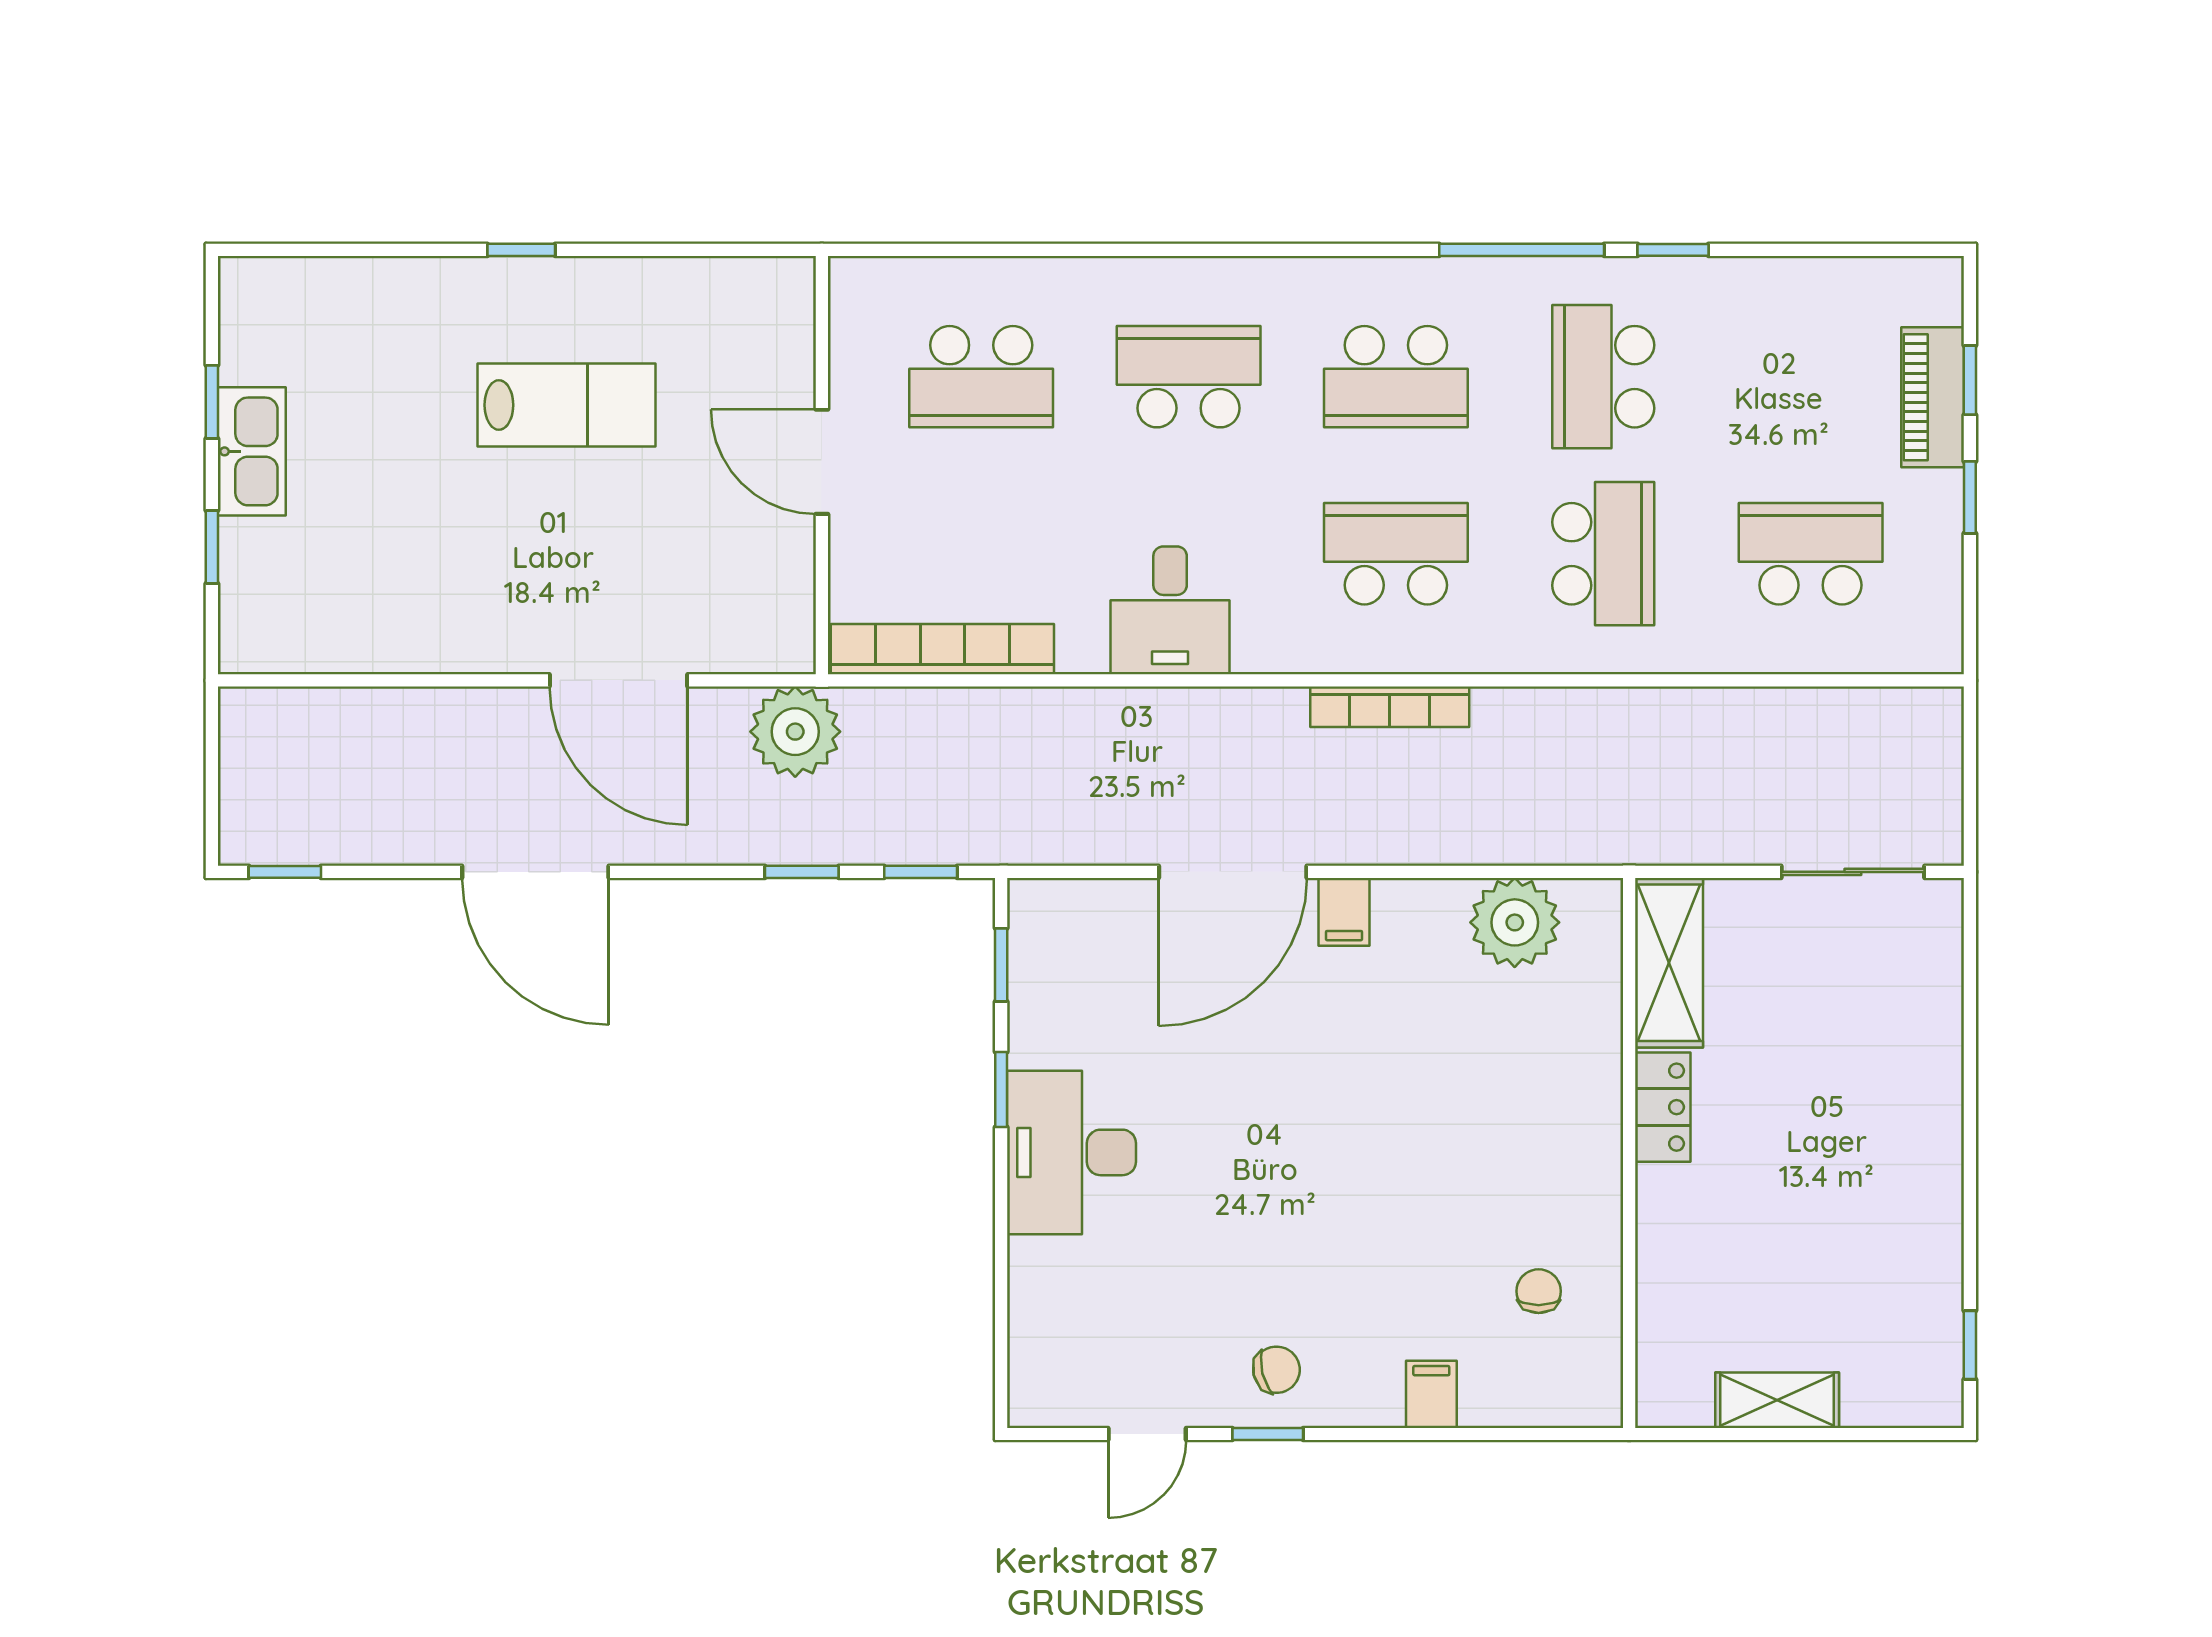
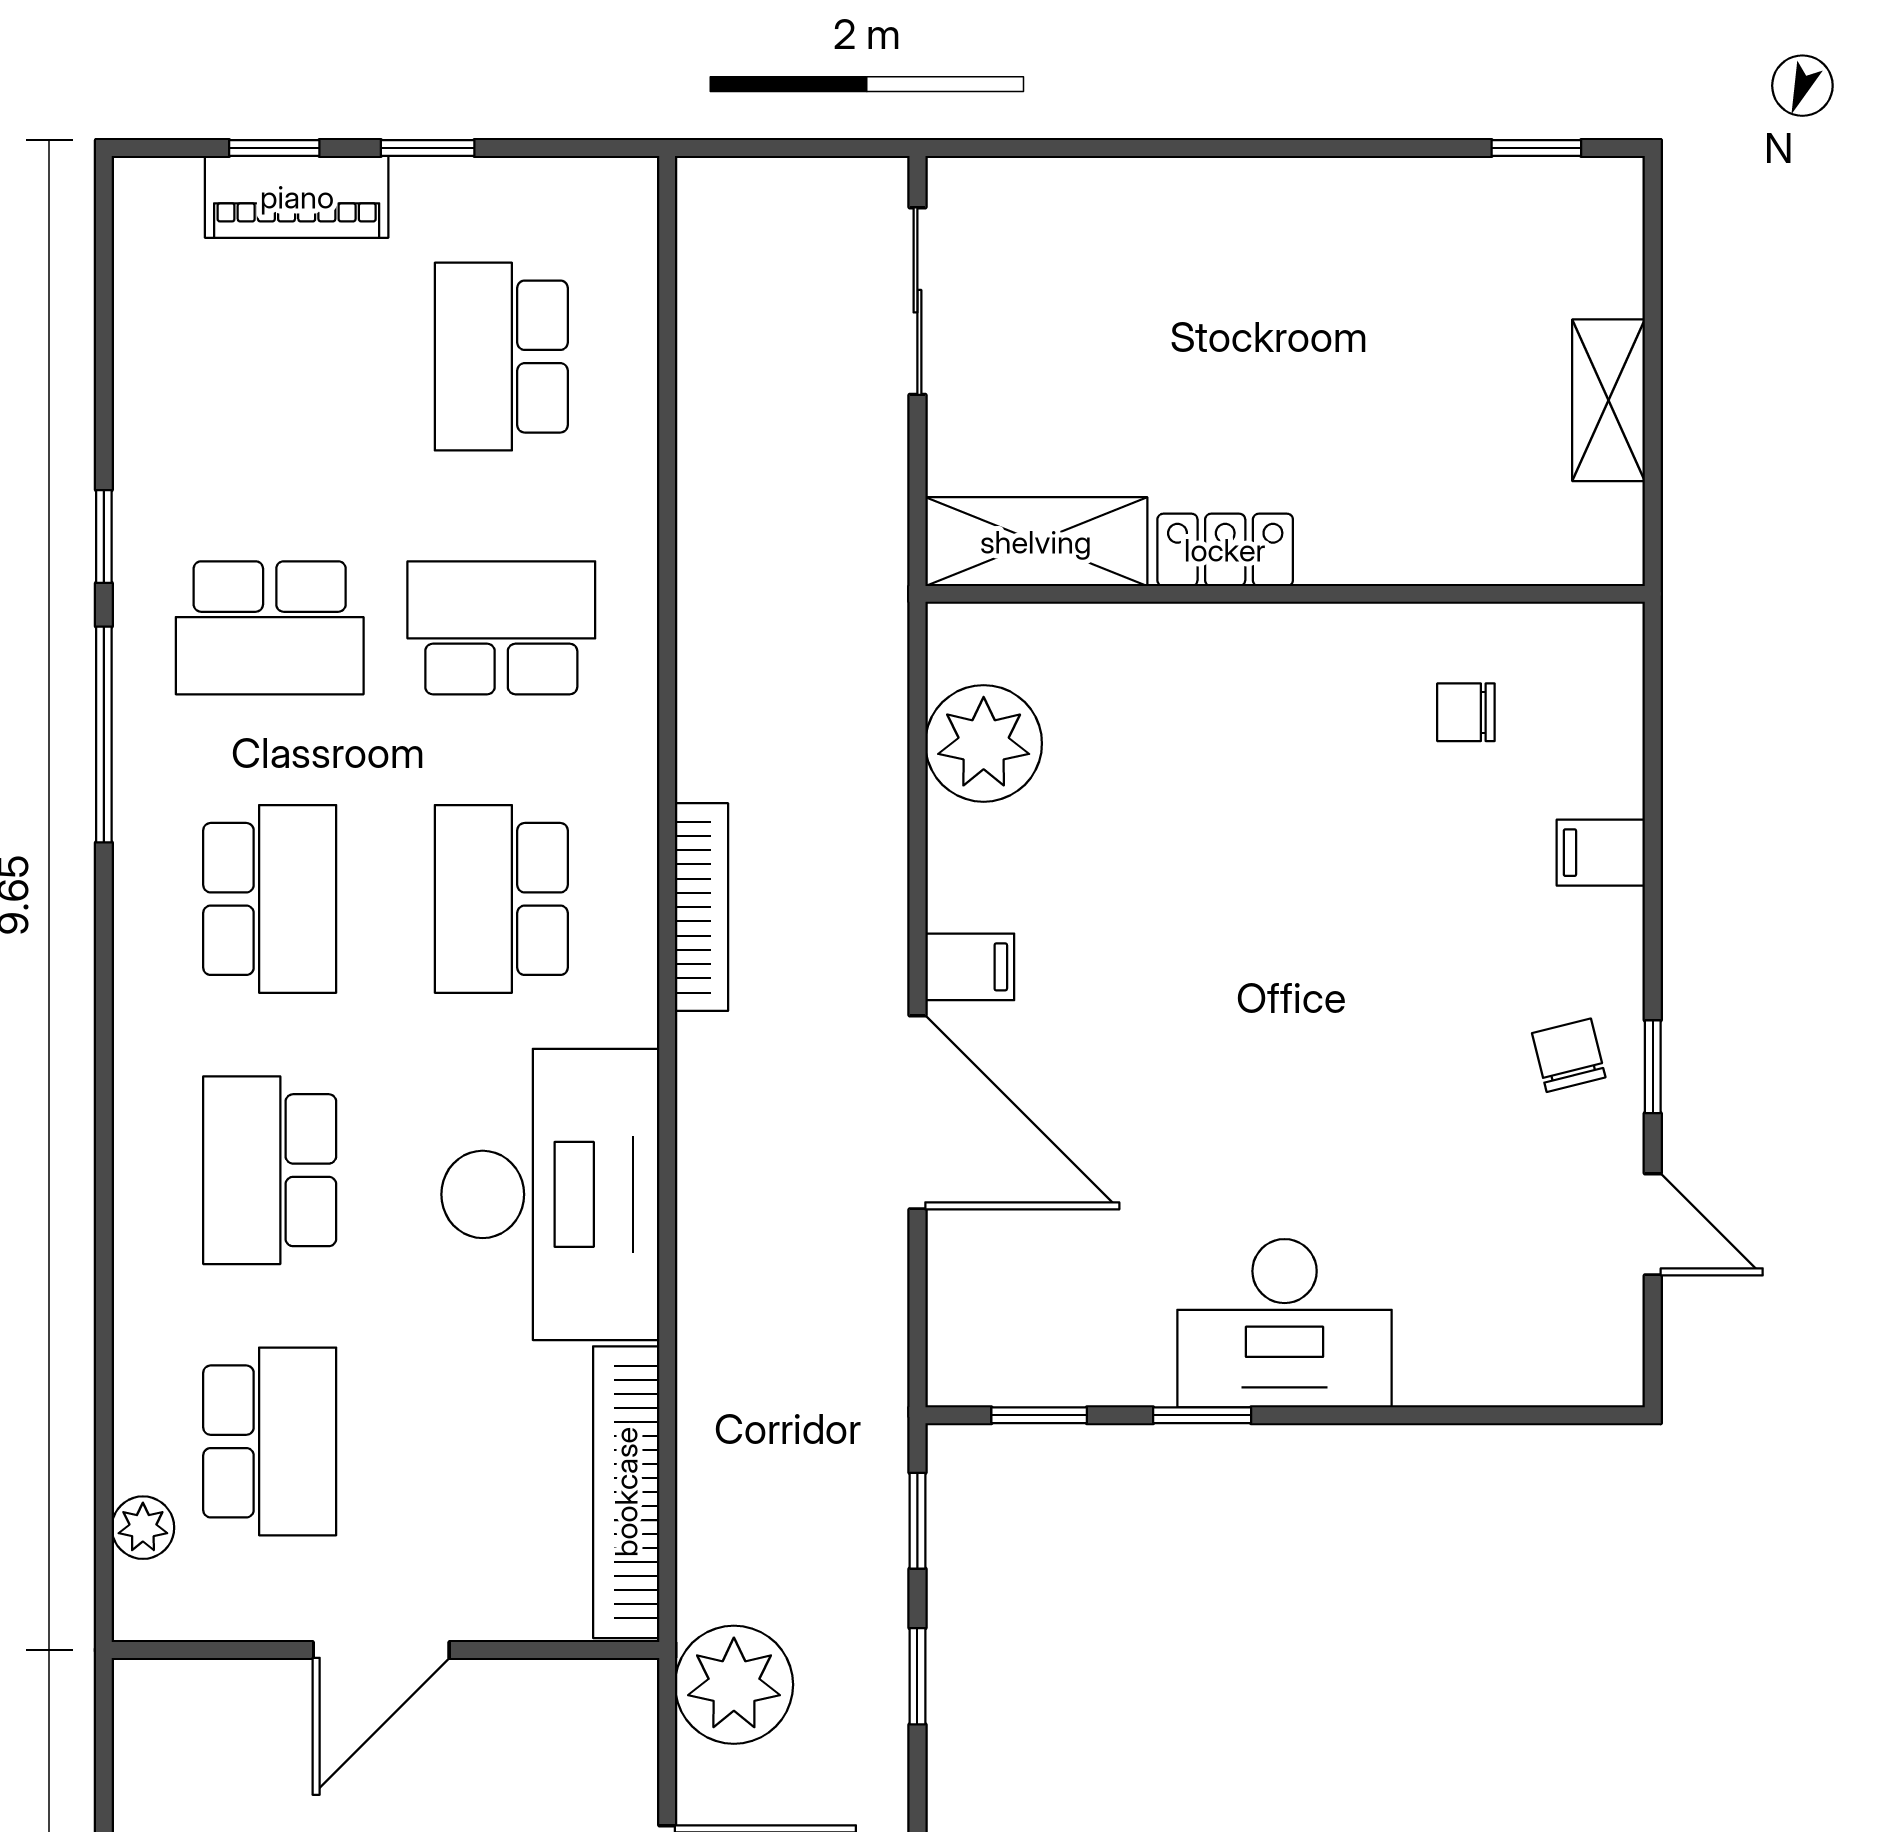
plant: (915, 280) -> (143, 1528), added
desk: (1170, 610) -> (550, 1194), width x1.87, depth x1.30

